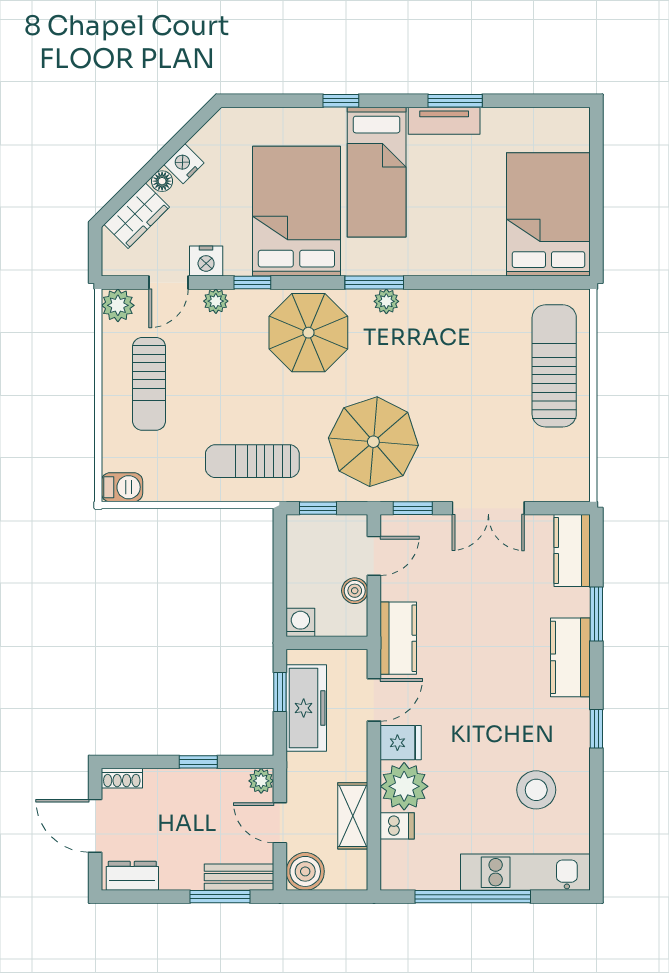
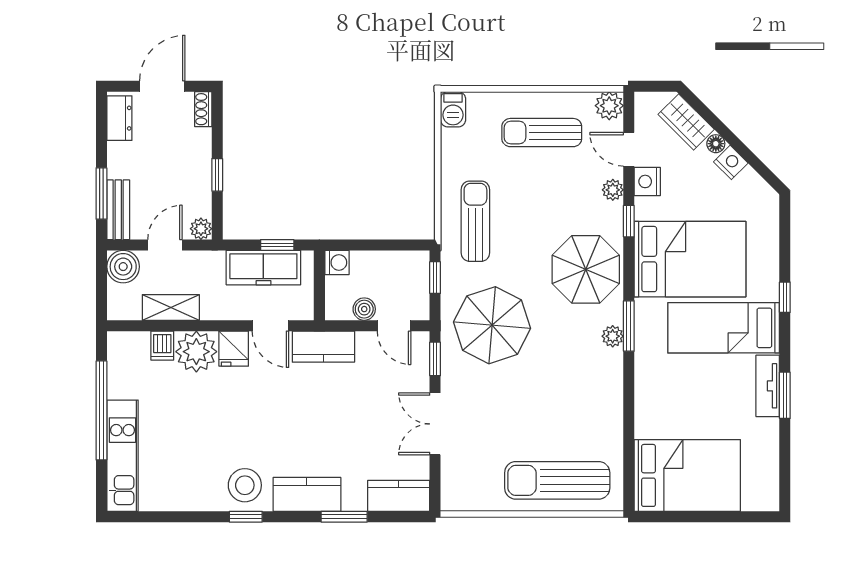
sun lounger: (554, 366) -> (557, 480), turned 180
stool: (536, 790) -> (245, 485), moved

